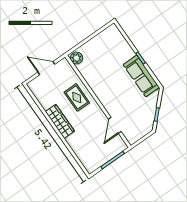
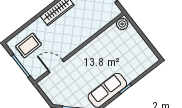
rug: (77, 97) -> (28, 46), moved

